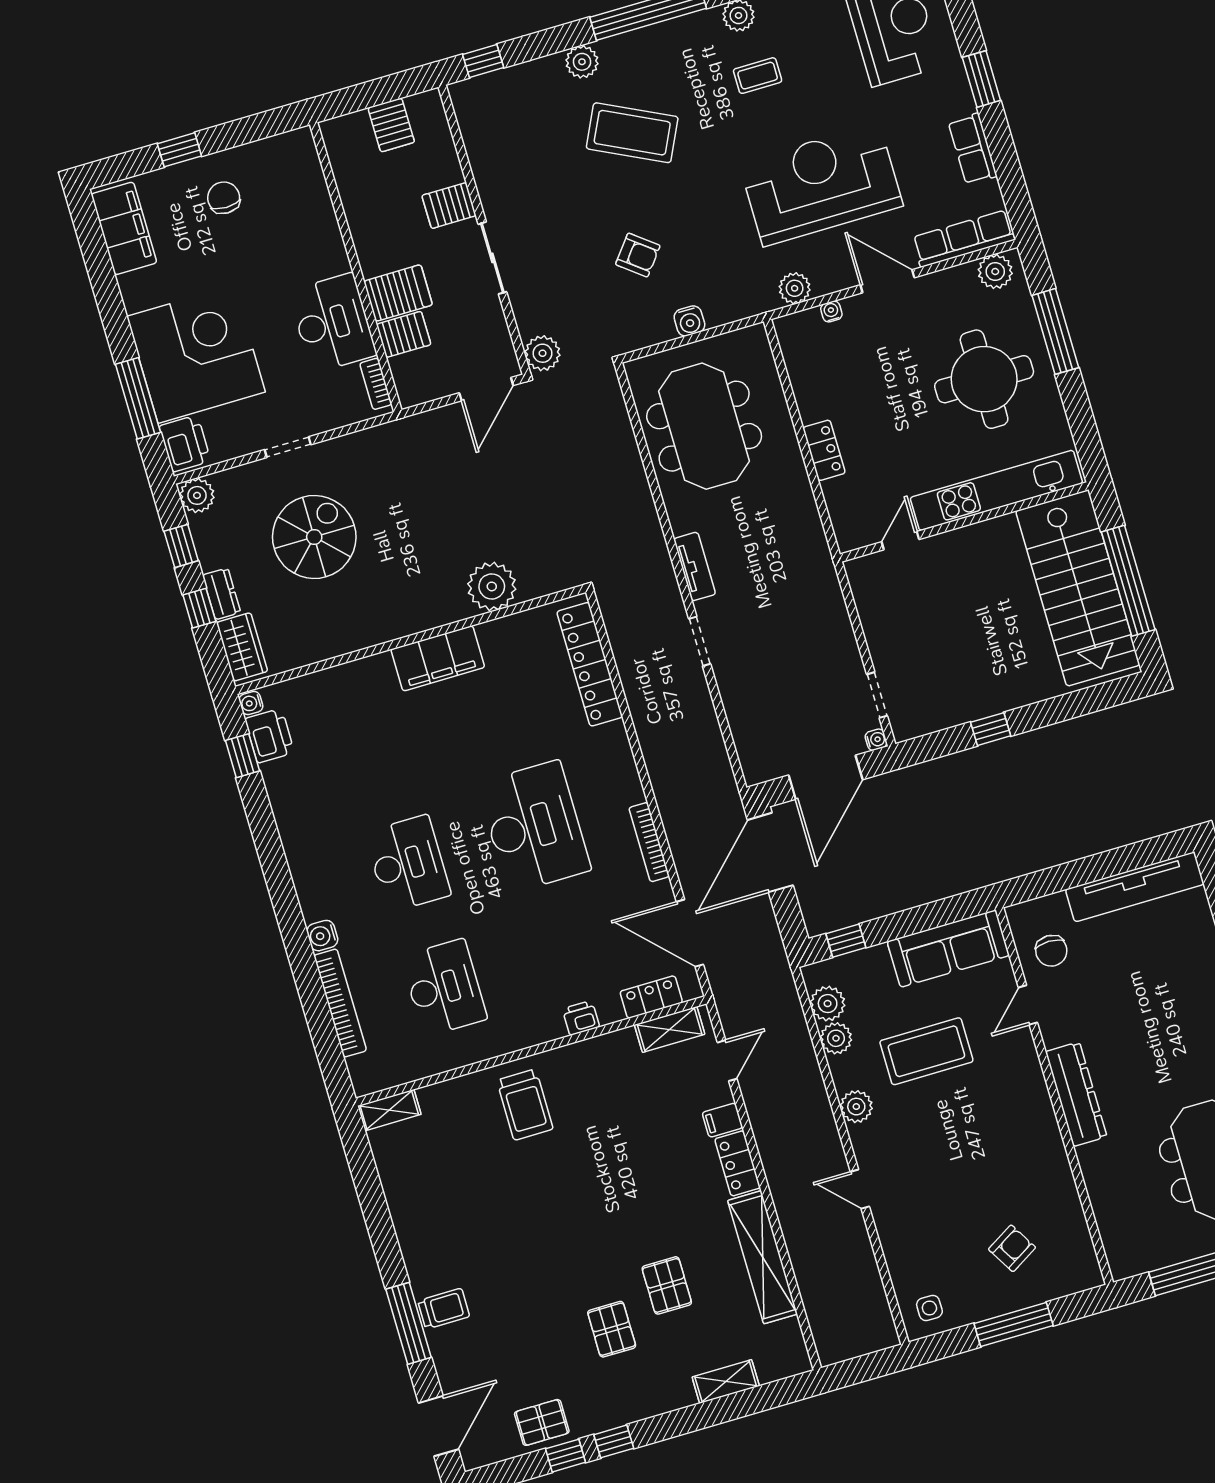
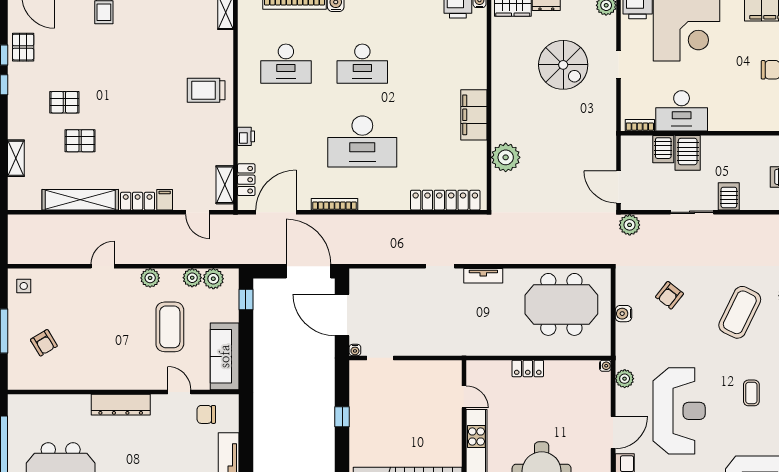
water cooler: (831, 311) -> (605, 366), moved

